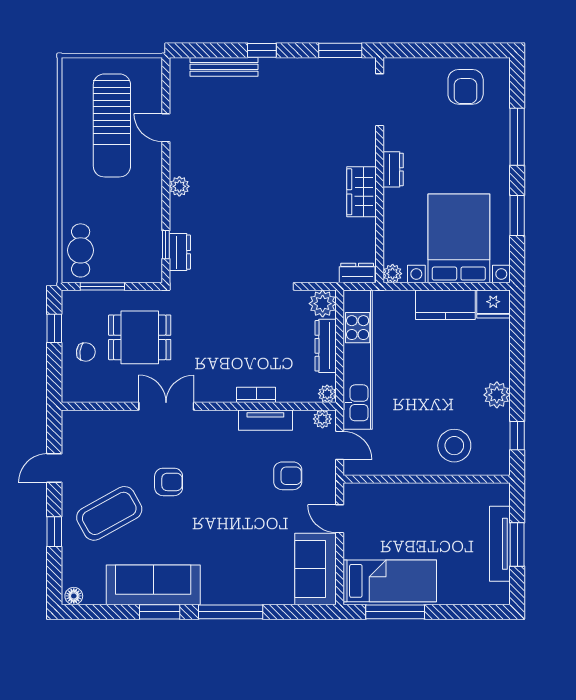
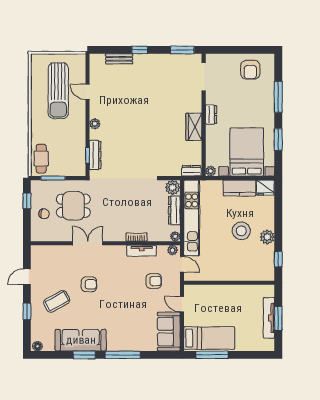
bench: (224, 67) -> (119, 59), width x0.73
dresser: (180, 252) -> (95, 155), width x1.44
stool: (454, 446) -> (241, 231), moved
coffee table: (109, 513) -> (57, 301), width x0.73, depth x0.76

